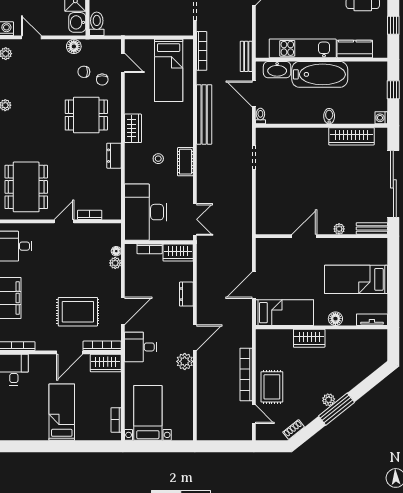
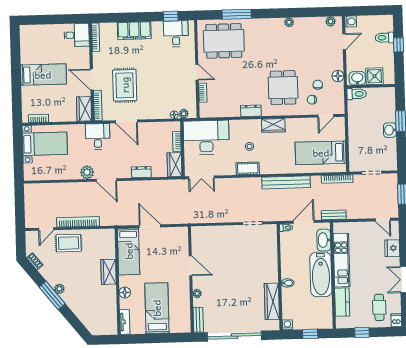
plant: (115, 263) -> (184, 114), moved

